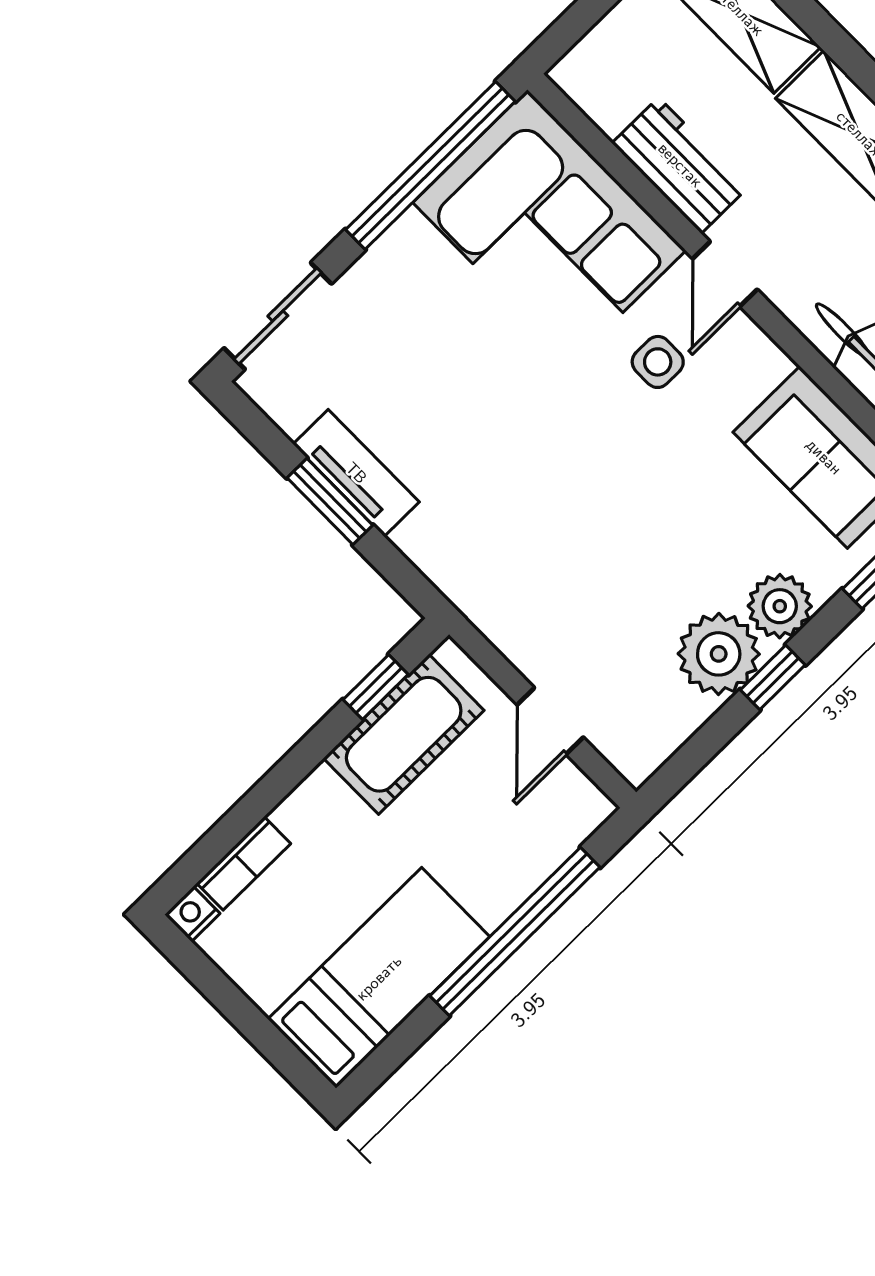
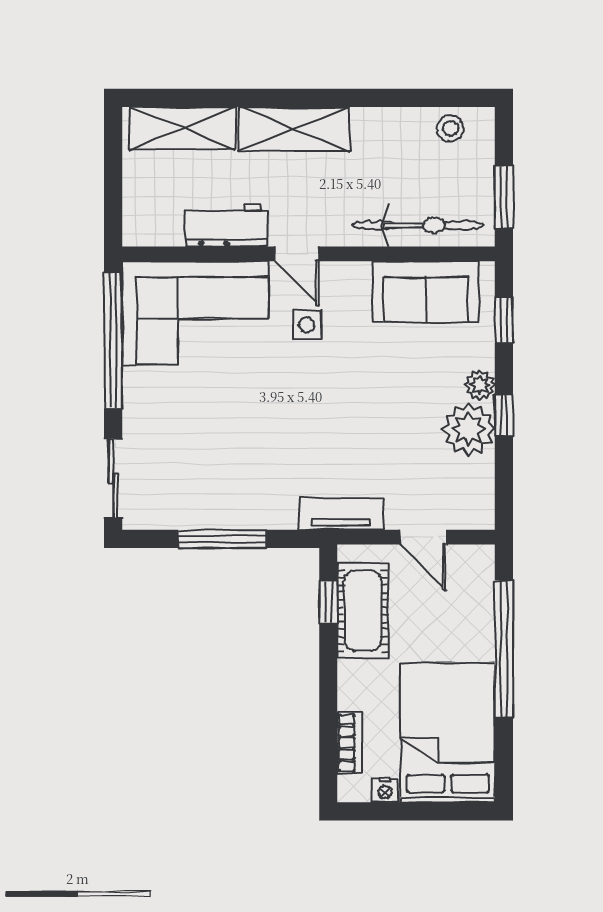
tv unit: (356, 473) -> (341, 514), moved
window: (330, 502) -> (222, 539), width x1.44
plant: (780, 606) -> (480, 385), width x0.73, depth x0.73
nightstand: (192, 914) -> (385, 790), moved, turned -90
bed: (379, 978) -> (448, 733), width x1.50

